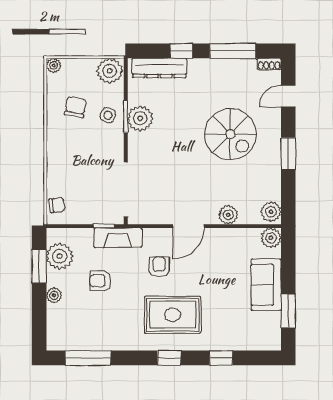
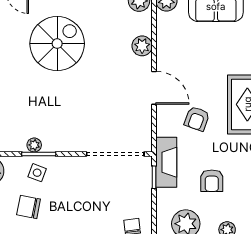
plant: (140, 118) -> (34, 145), width x0.53, depth x0.53
armchair: (159, 267) -> (197, 119), turned -70

